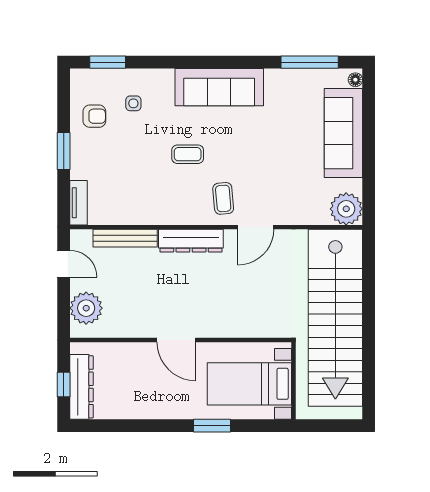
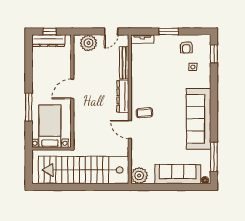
sofa: (219, 87) -> (199, 119), width x1.36, depth x1.27
coffee table: (188, 154) -> (167, 95), removed
window: (212, 426) -> (29, 107), width x1.44

